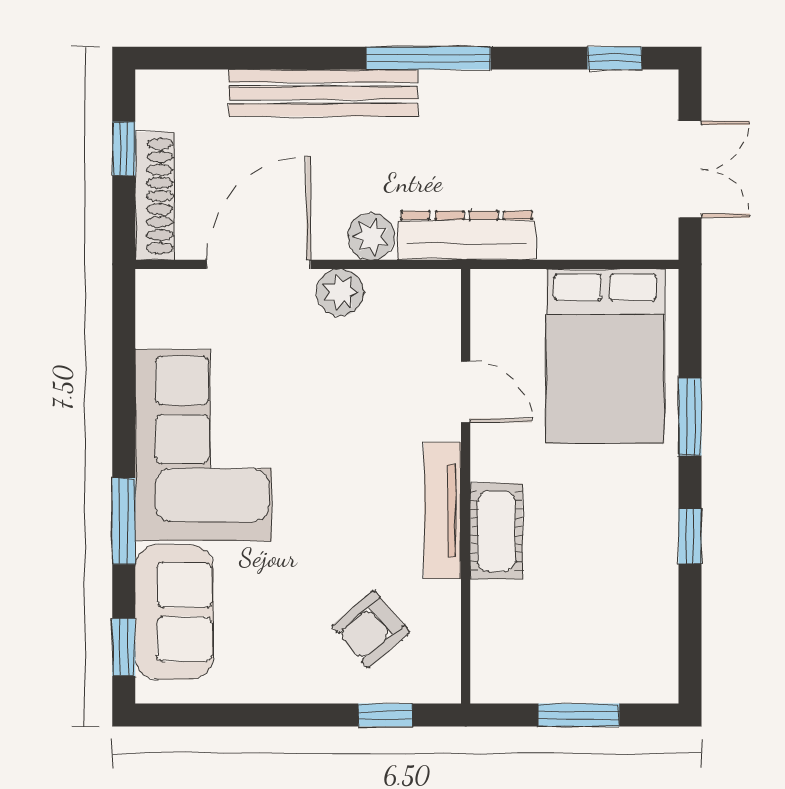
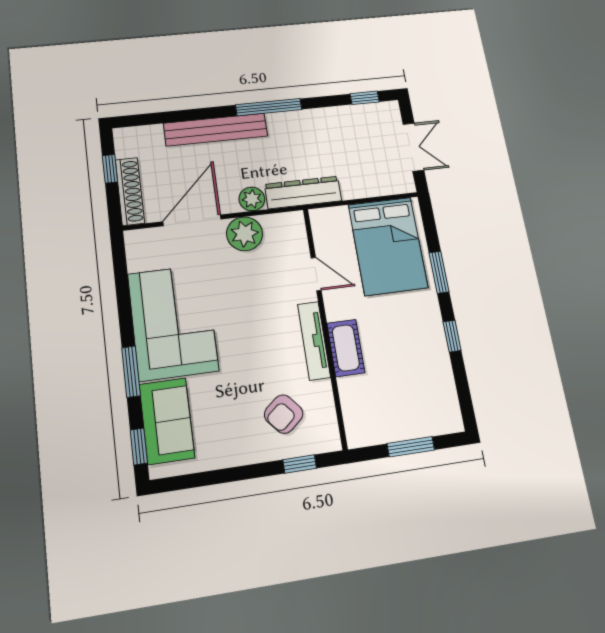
plant: (340, 292) -> (245, 234), width x1.36, depth x1.36

